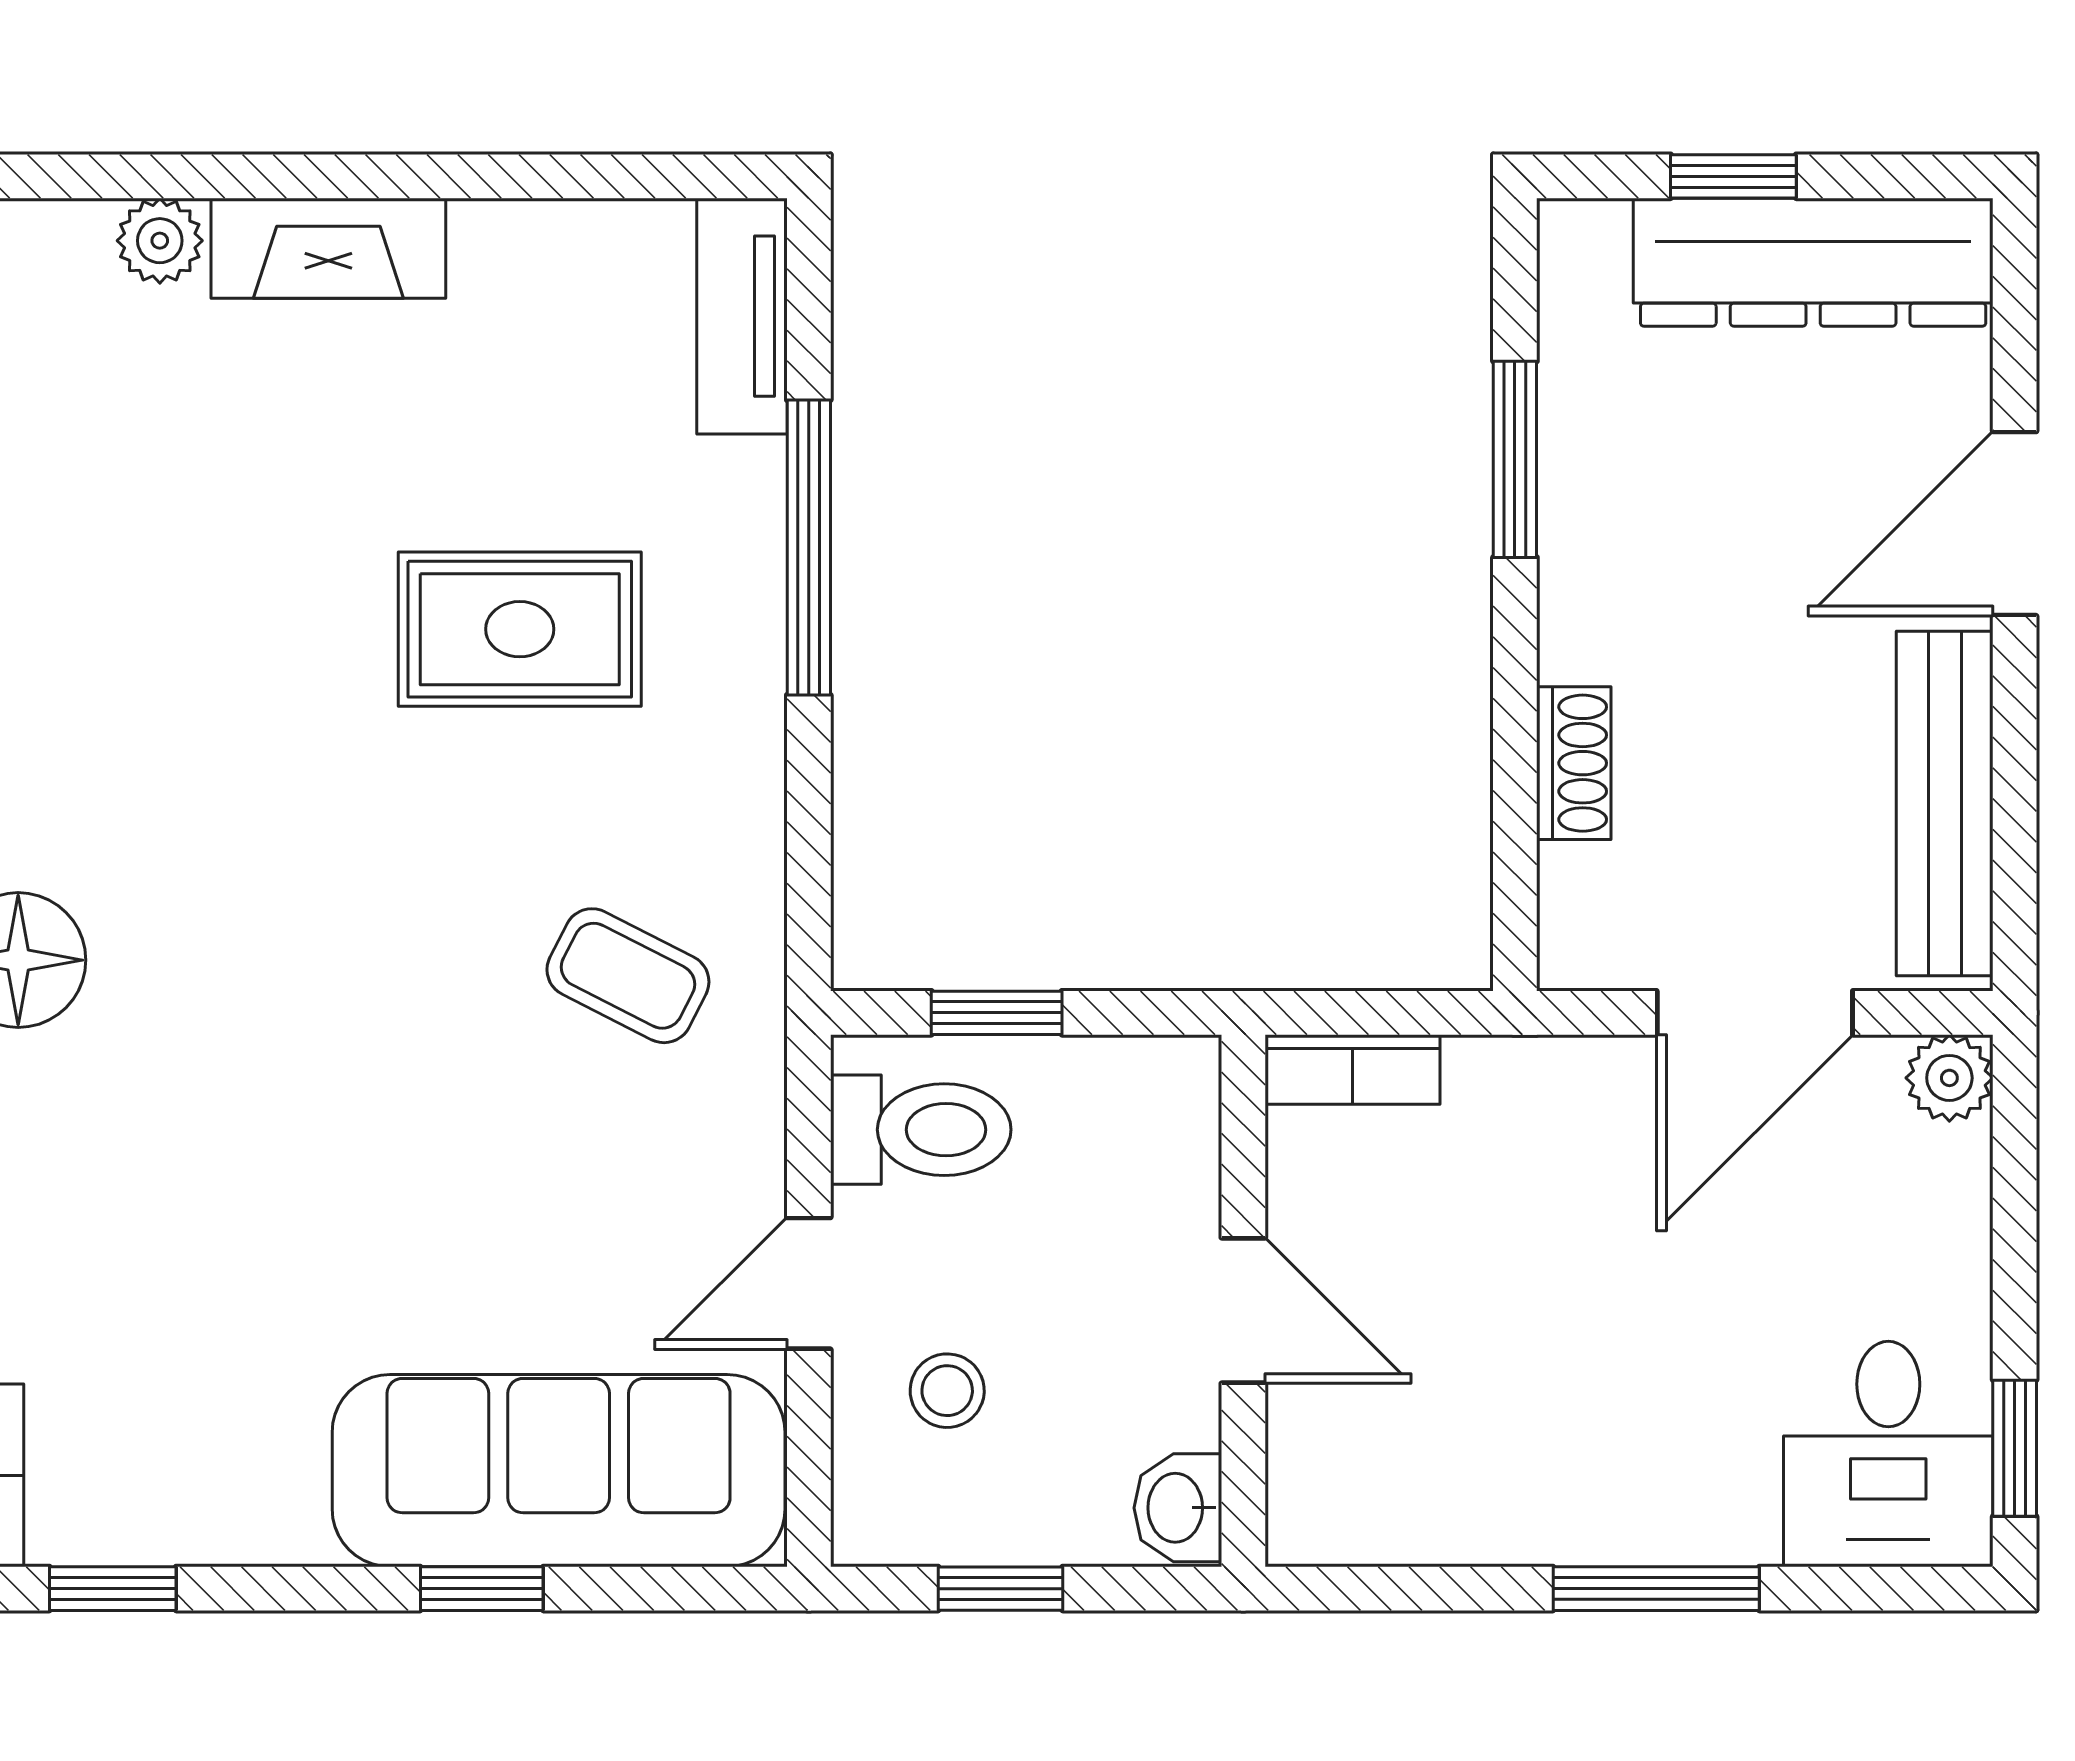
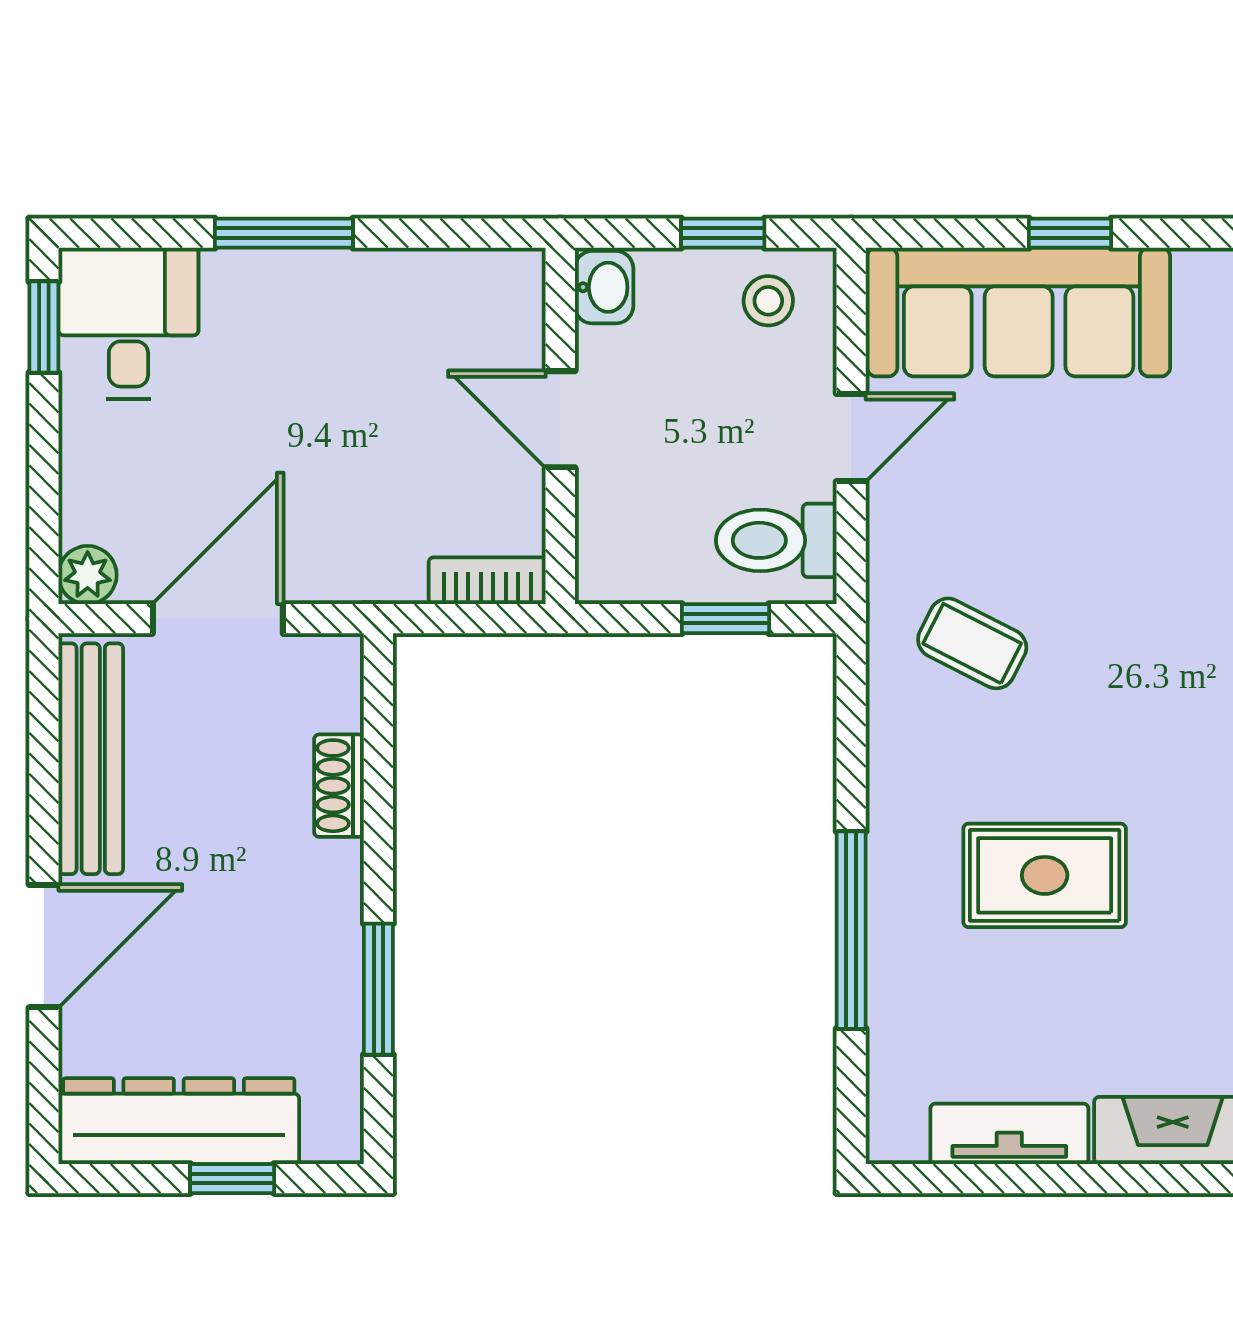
tv unit: (742, 316) -> (1009, 1134), moved, turned -90
stool: (947, 1391) -> (768, 301), moved

